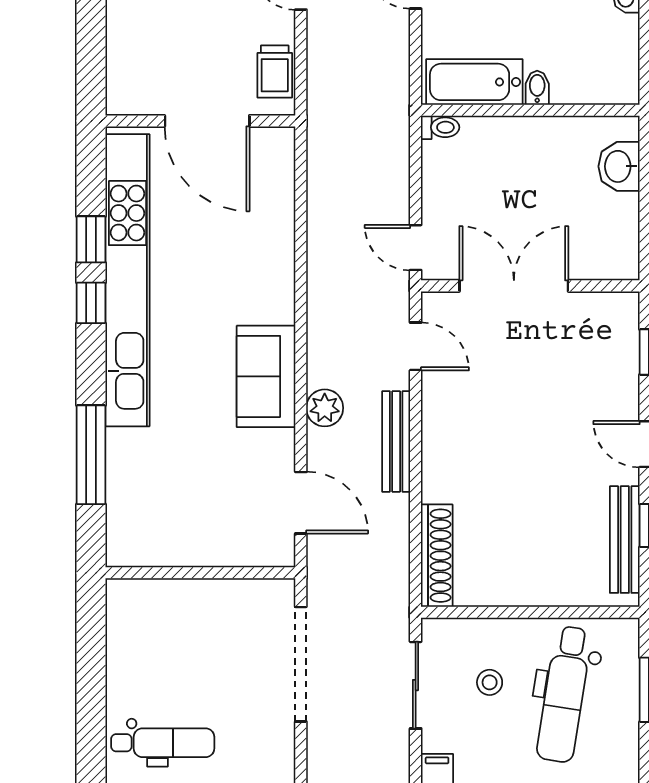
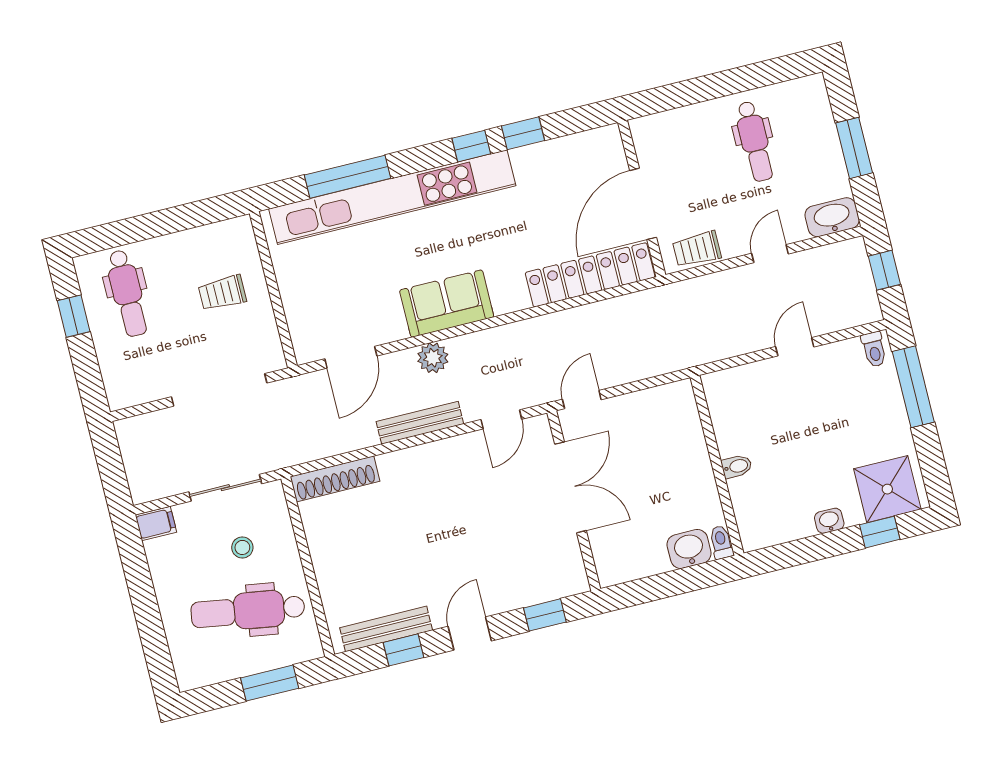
bathtub: (474, 82) -> (729, 414), removed
toilet: (440, 127) -> (721, 542), moved, turned 180
locker: (274, 202) -> (590, 275), added
kitchen unit: (127, 280) -> (392, 197), moved
trolley: (189, 633) -> (222, 293), added

